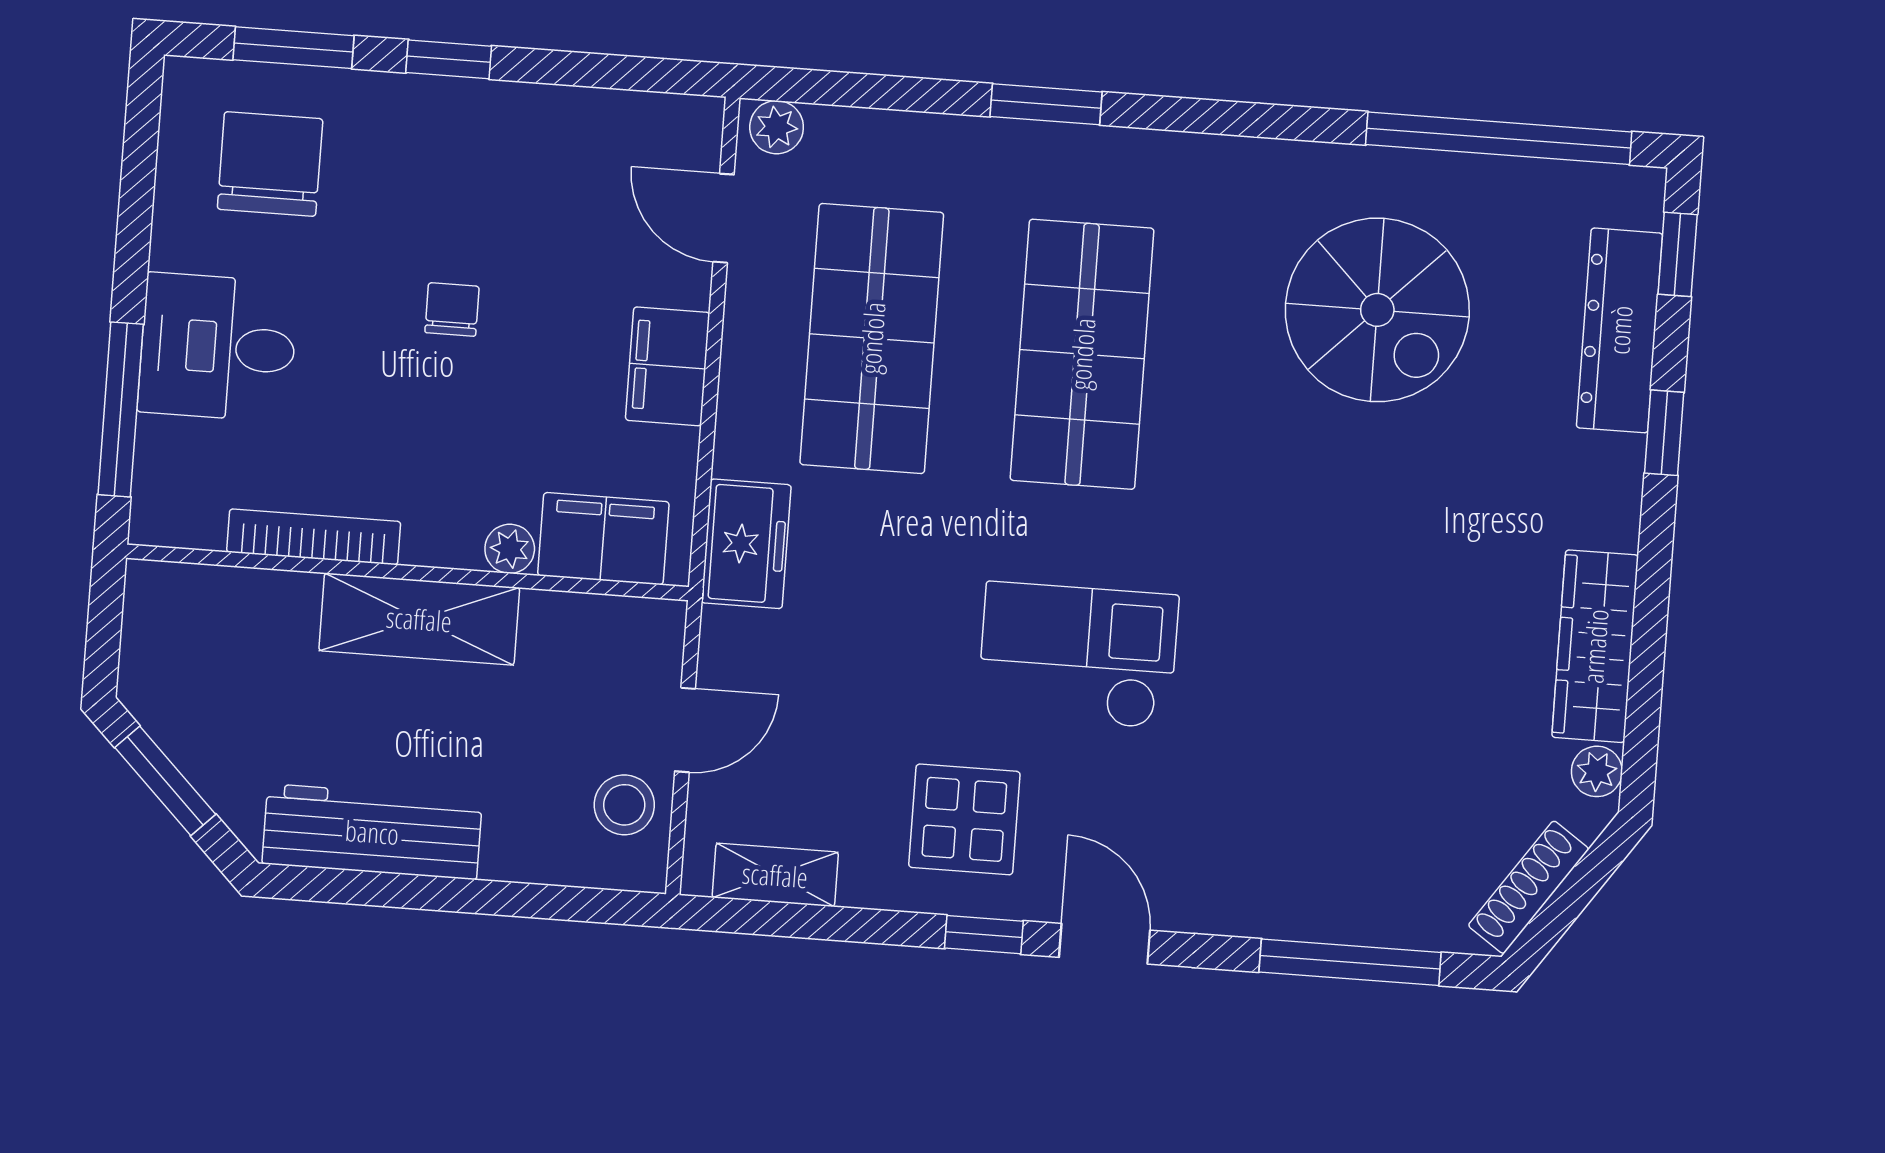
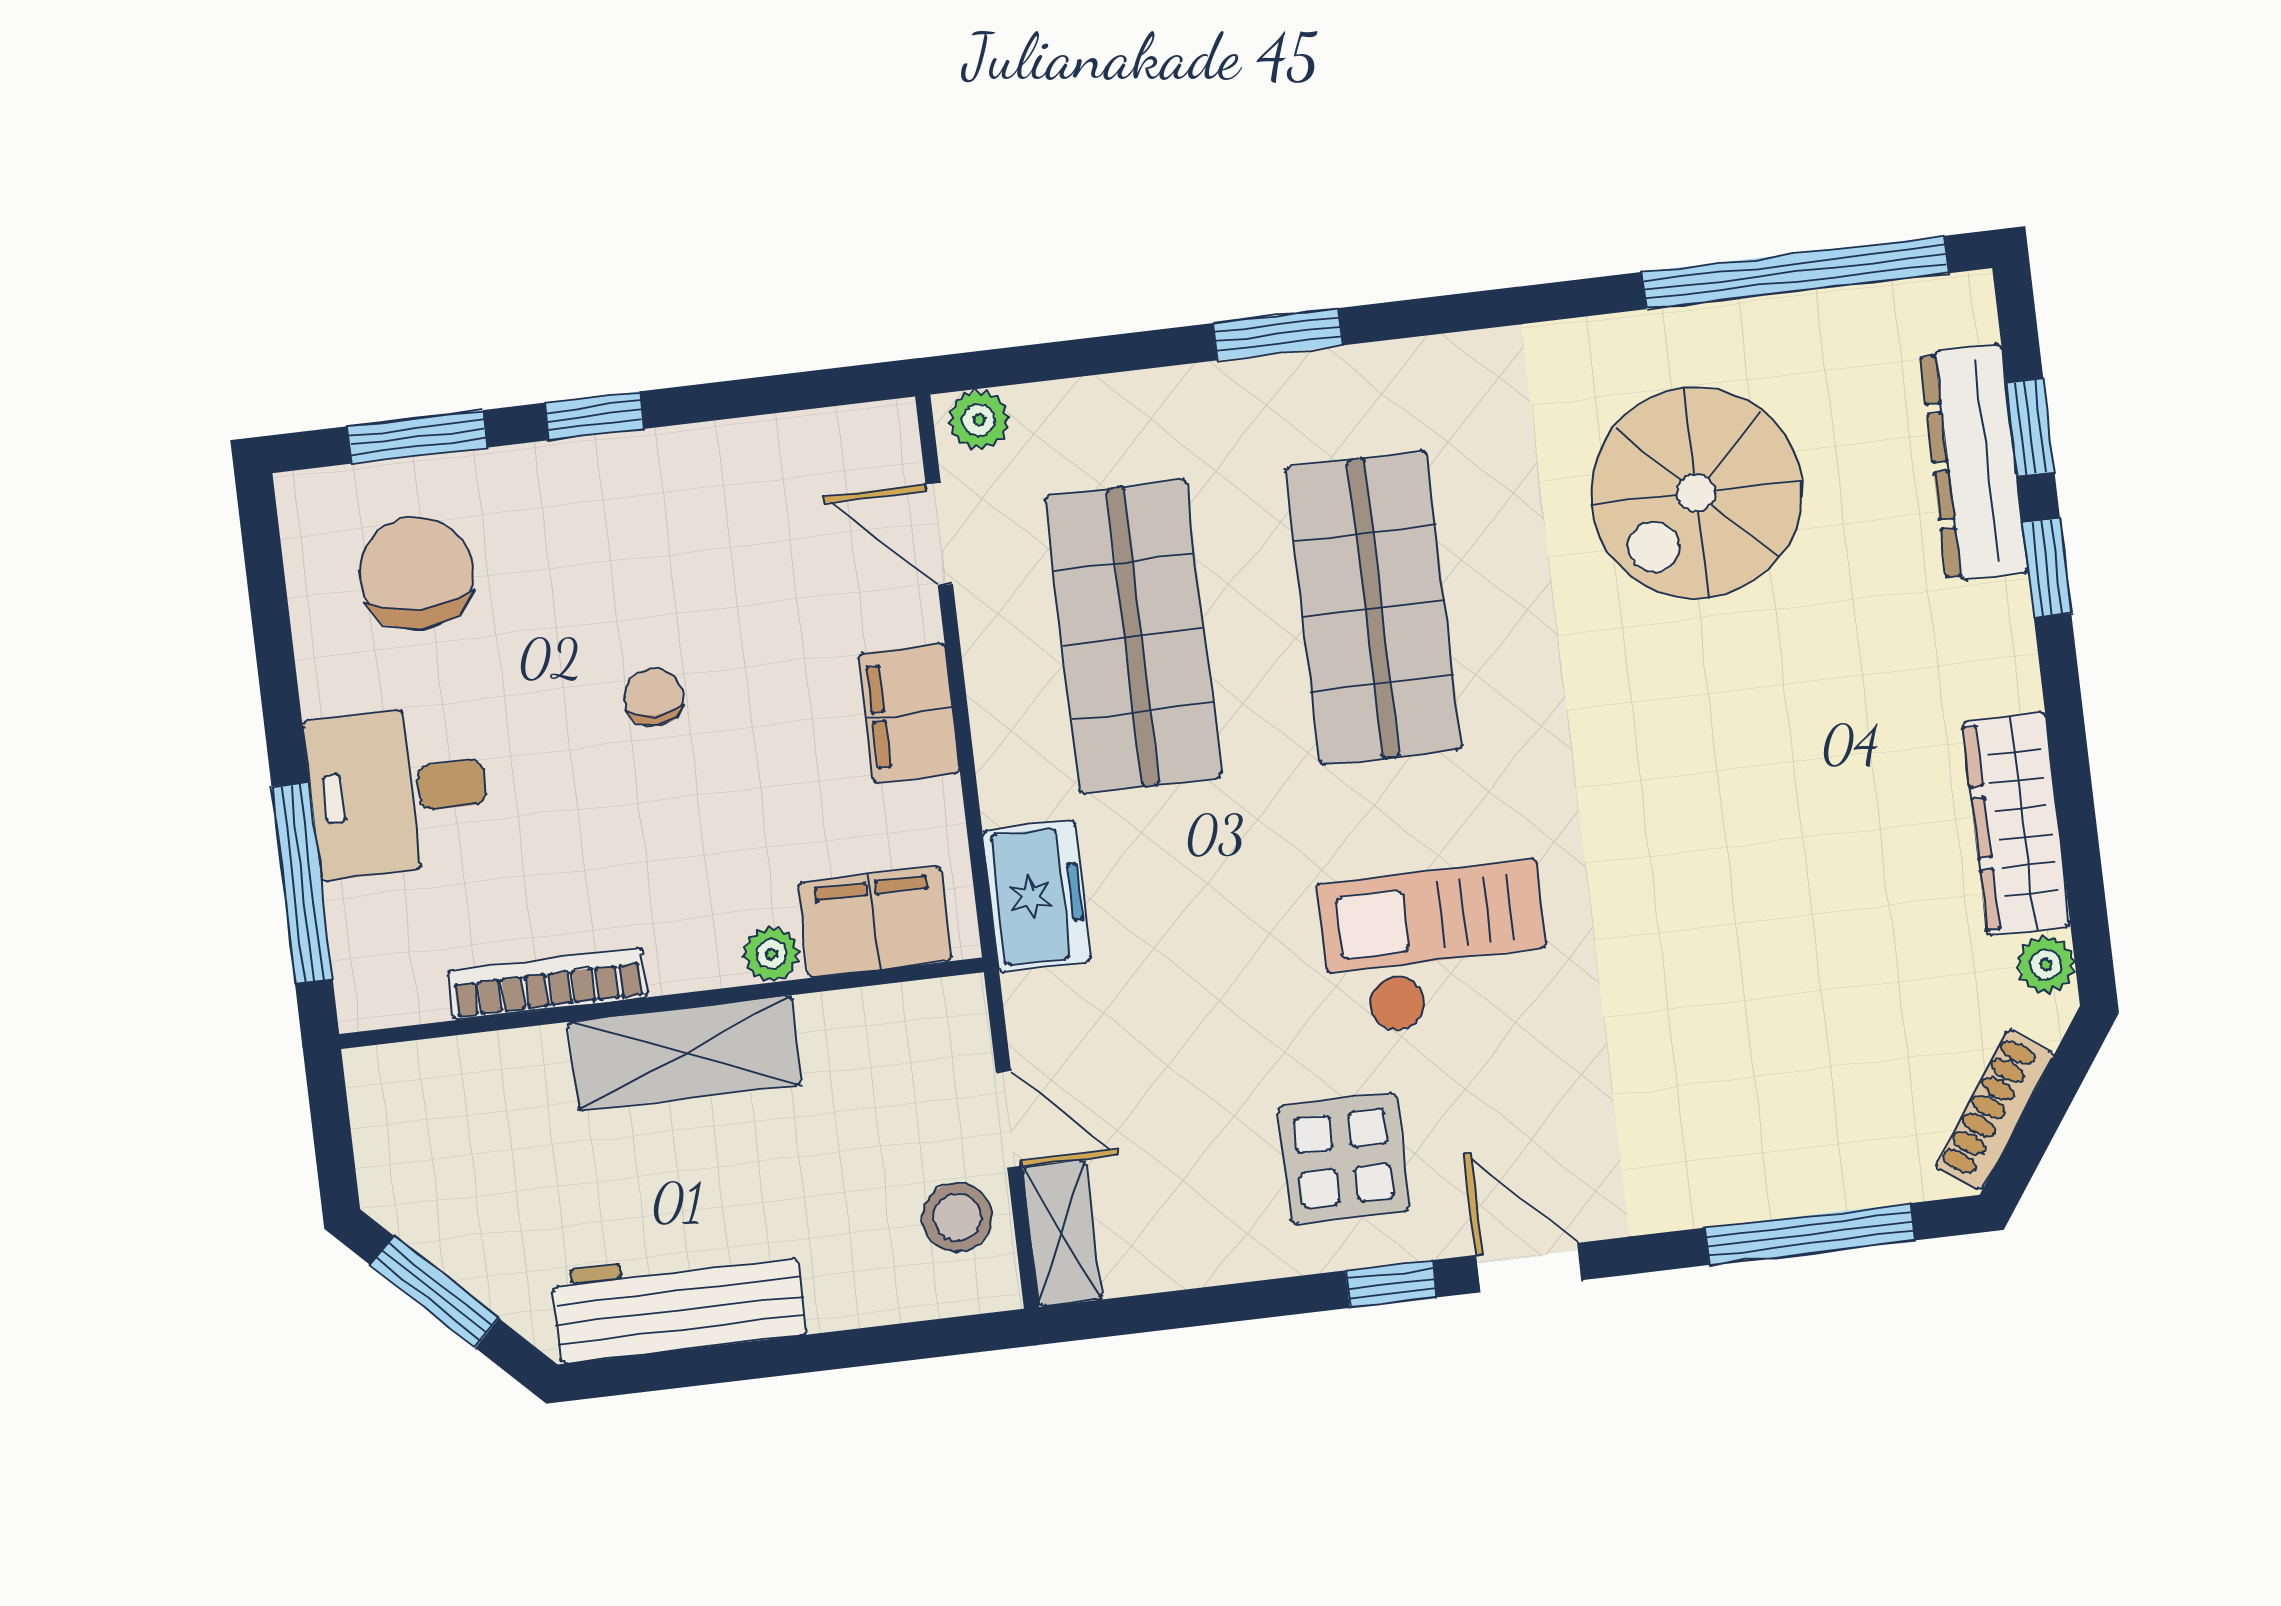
window: (1678, 254) -> (2030, 427), moved
spiral stairs: (1377, 310) -> (1696, 493), turned 90
door: (685, 730) -> (1009, 1119), hinge flipped
shelving: (775, 875) -> (1062, 1233), moved, turned 90

